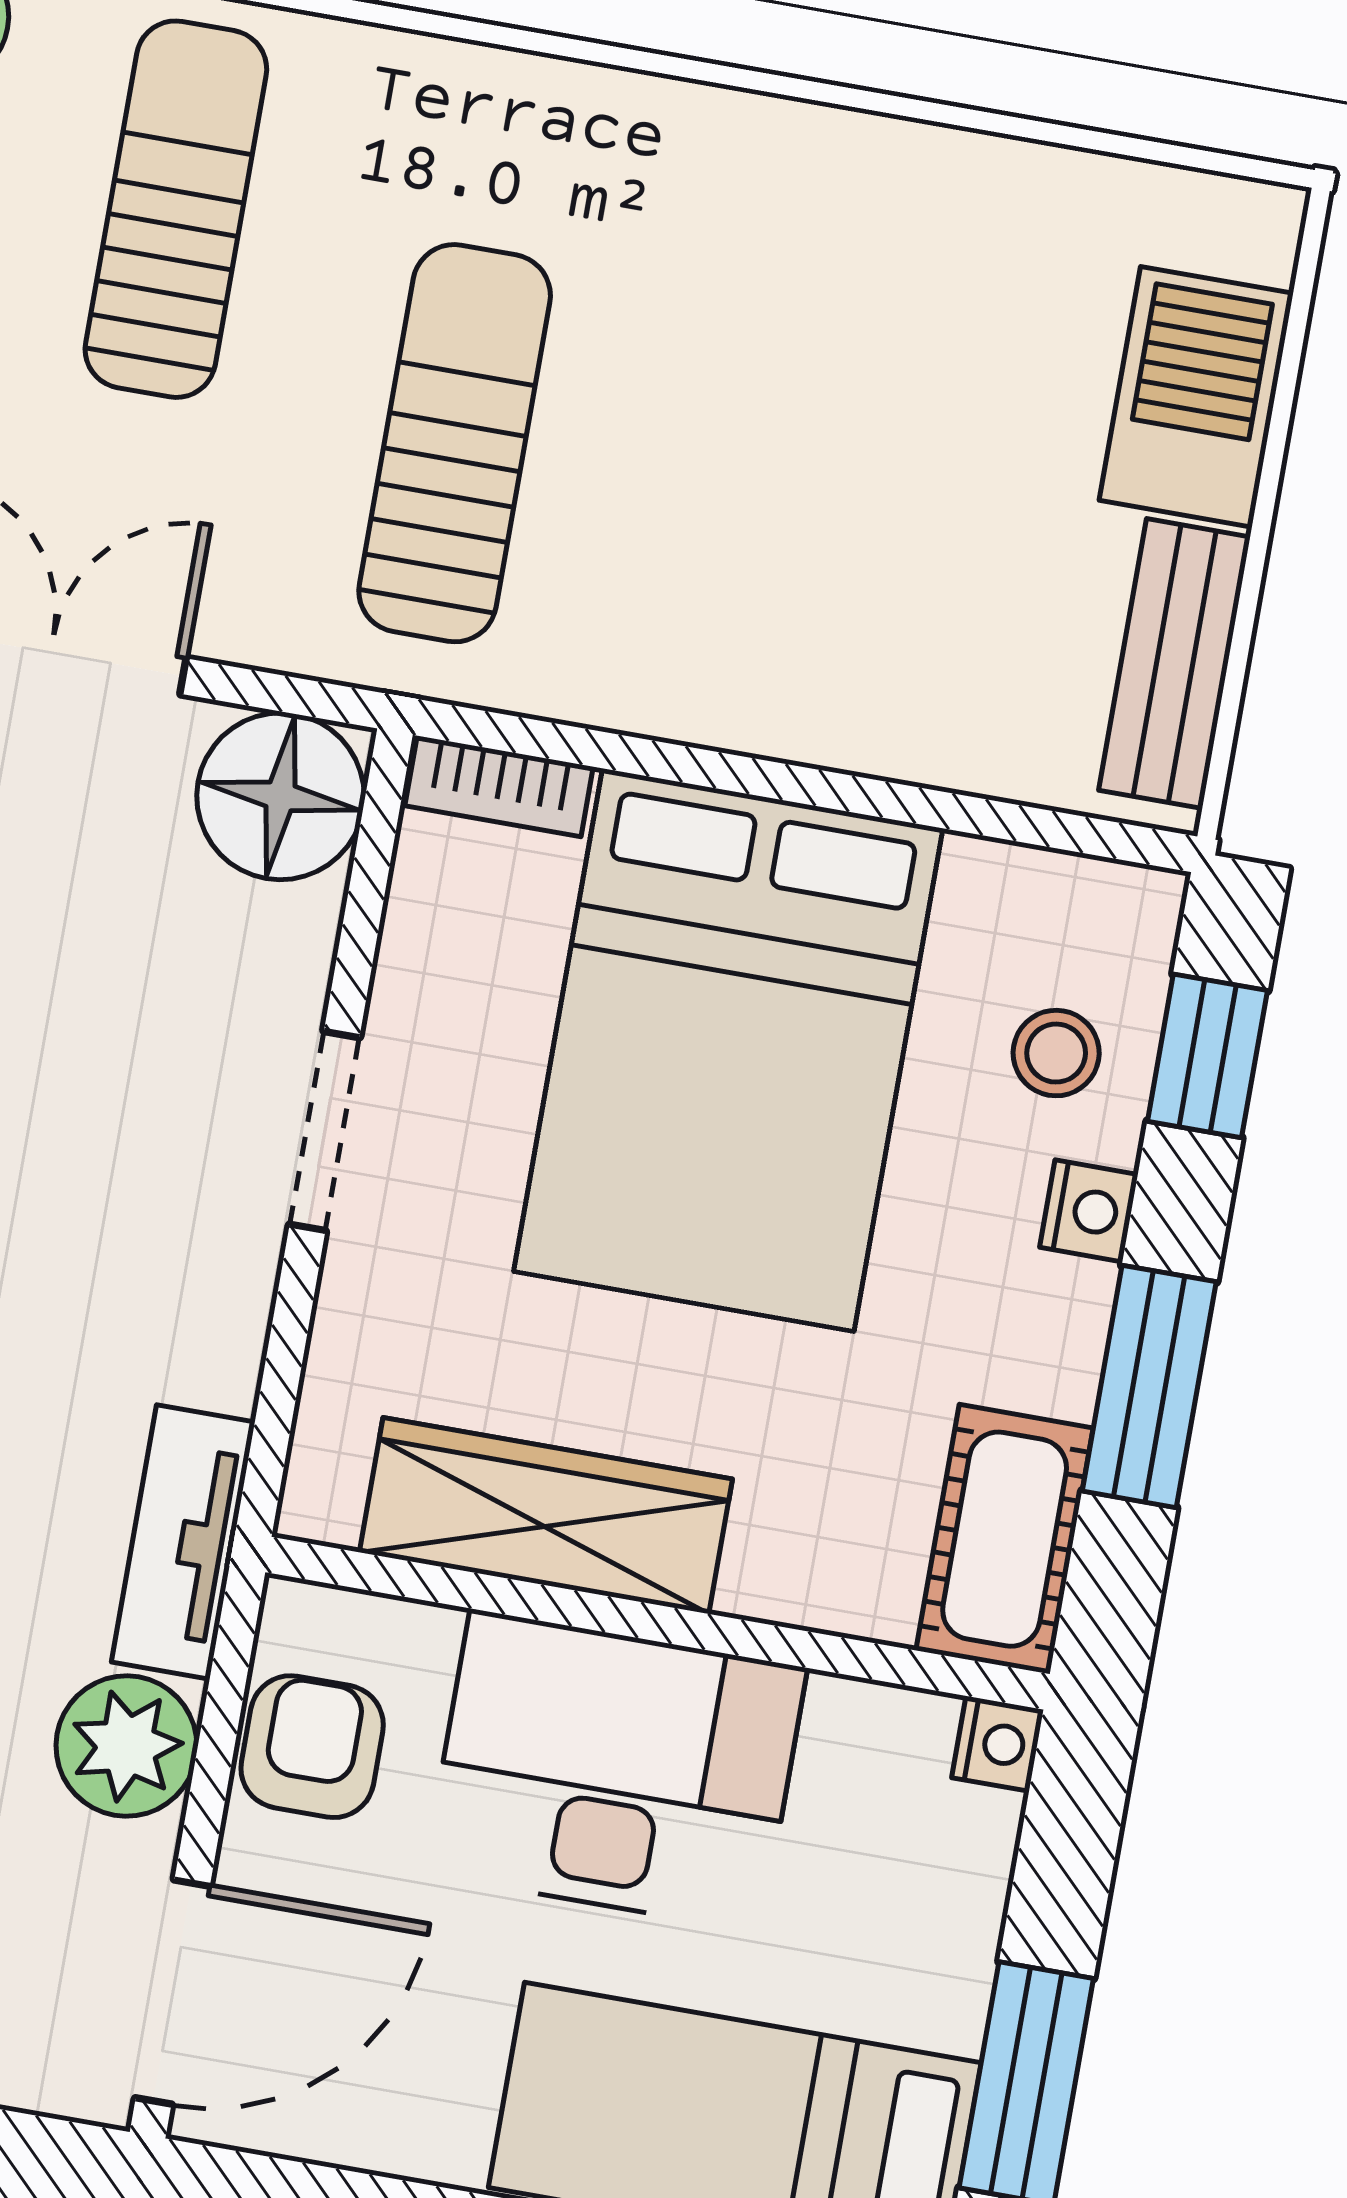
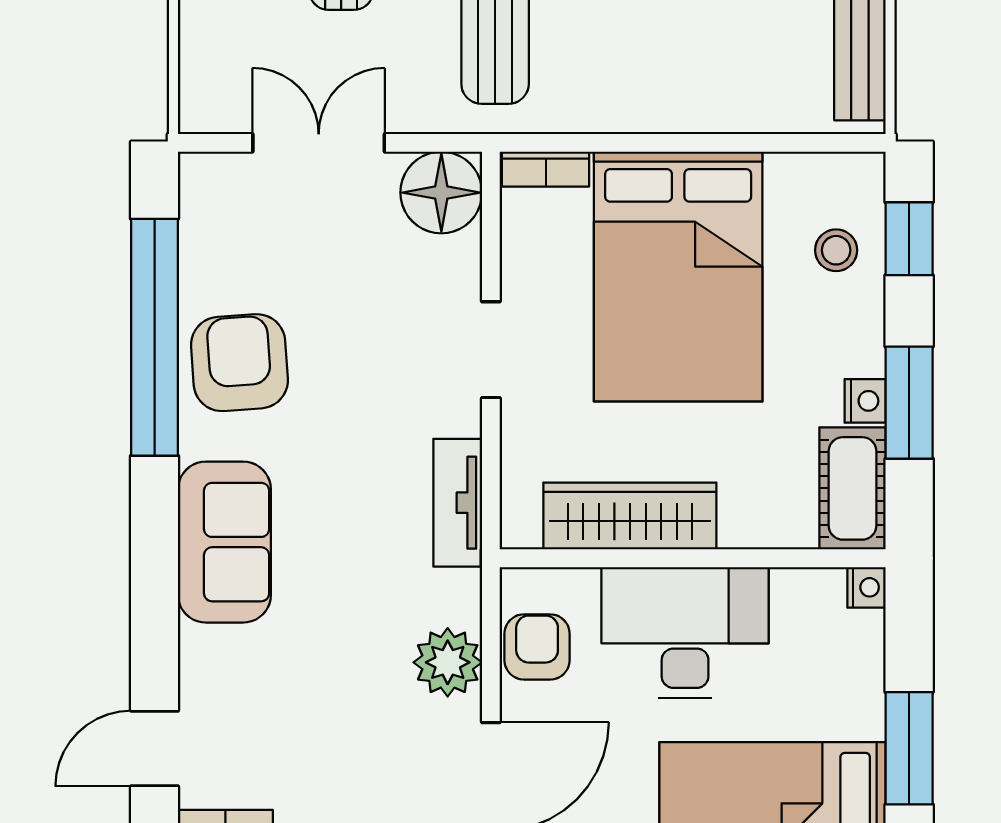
nightstand: (1089, 1211) -> (865, 401), moved
tv unit: (183, 1542) -> (458, 503), moved

